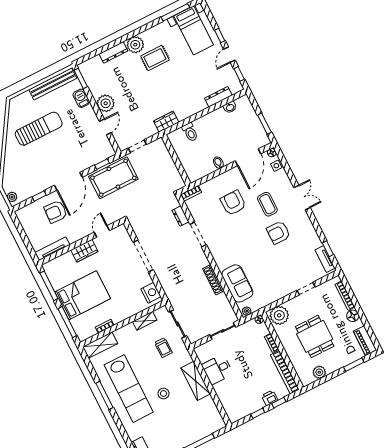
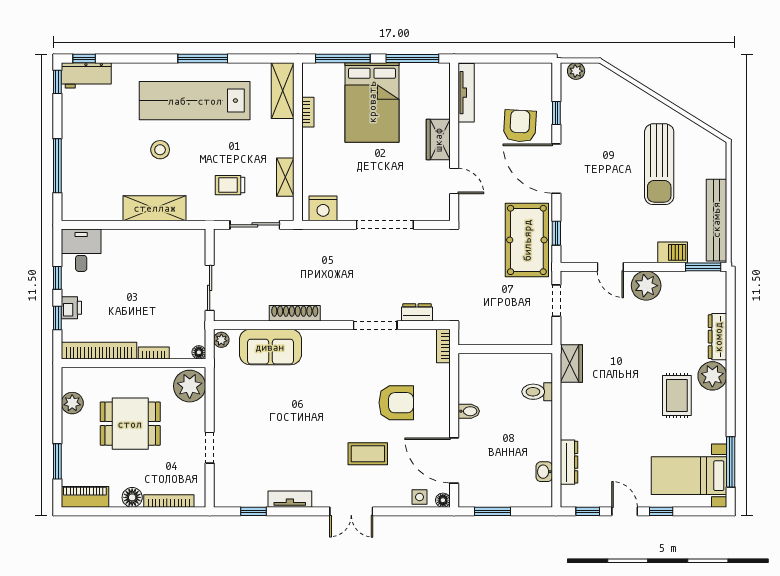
armchair: (278, 233) -> (316, 449), removed
tv unit: (325, 259) -> (290, 499), moved
desk: (217, 369) -> (81, 250), moved

